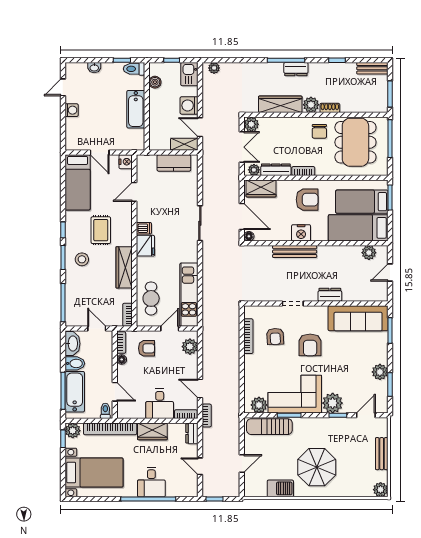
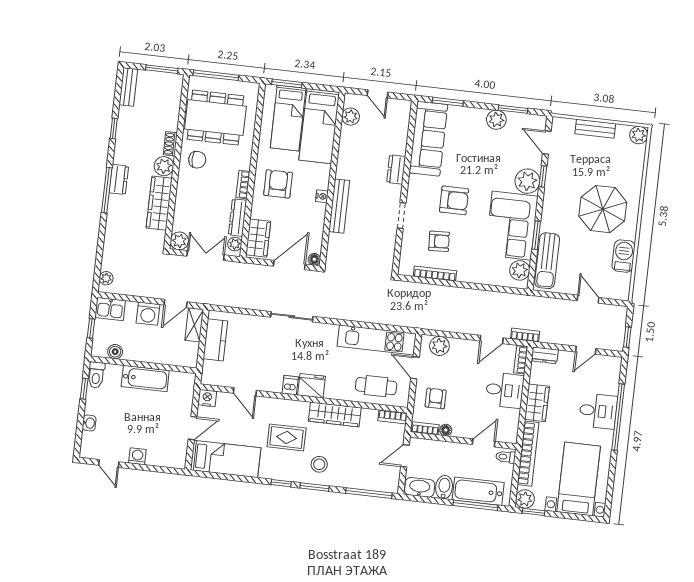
nightstand: (301, 233) -> (322, 196), width x0.53, depth x0.56

